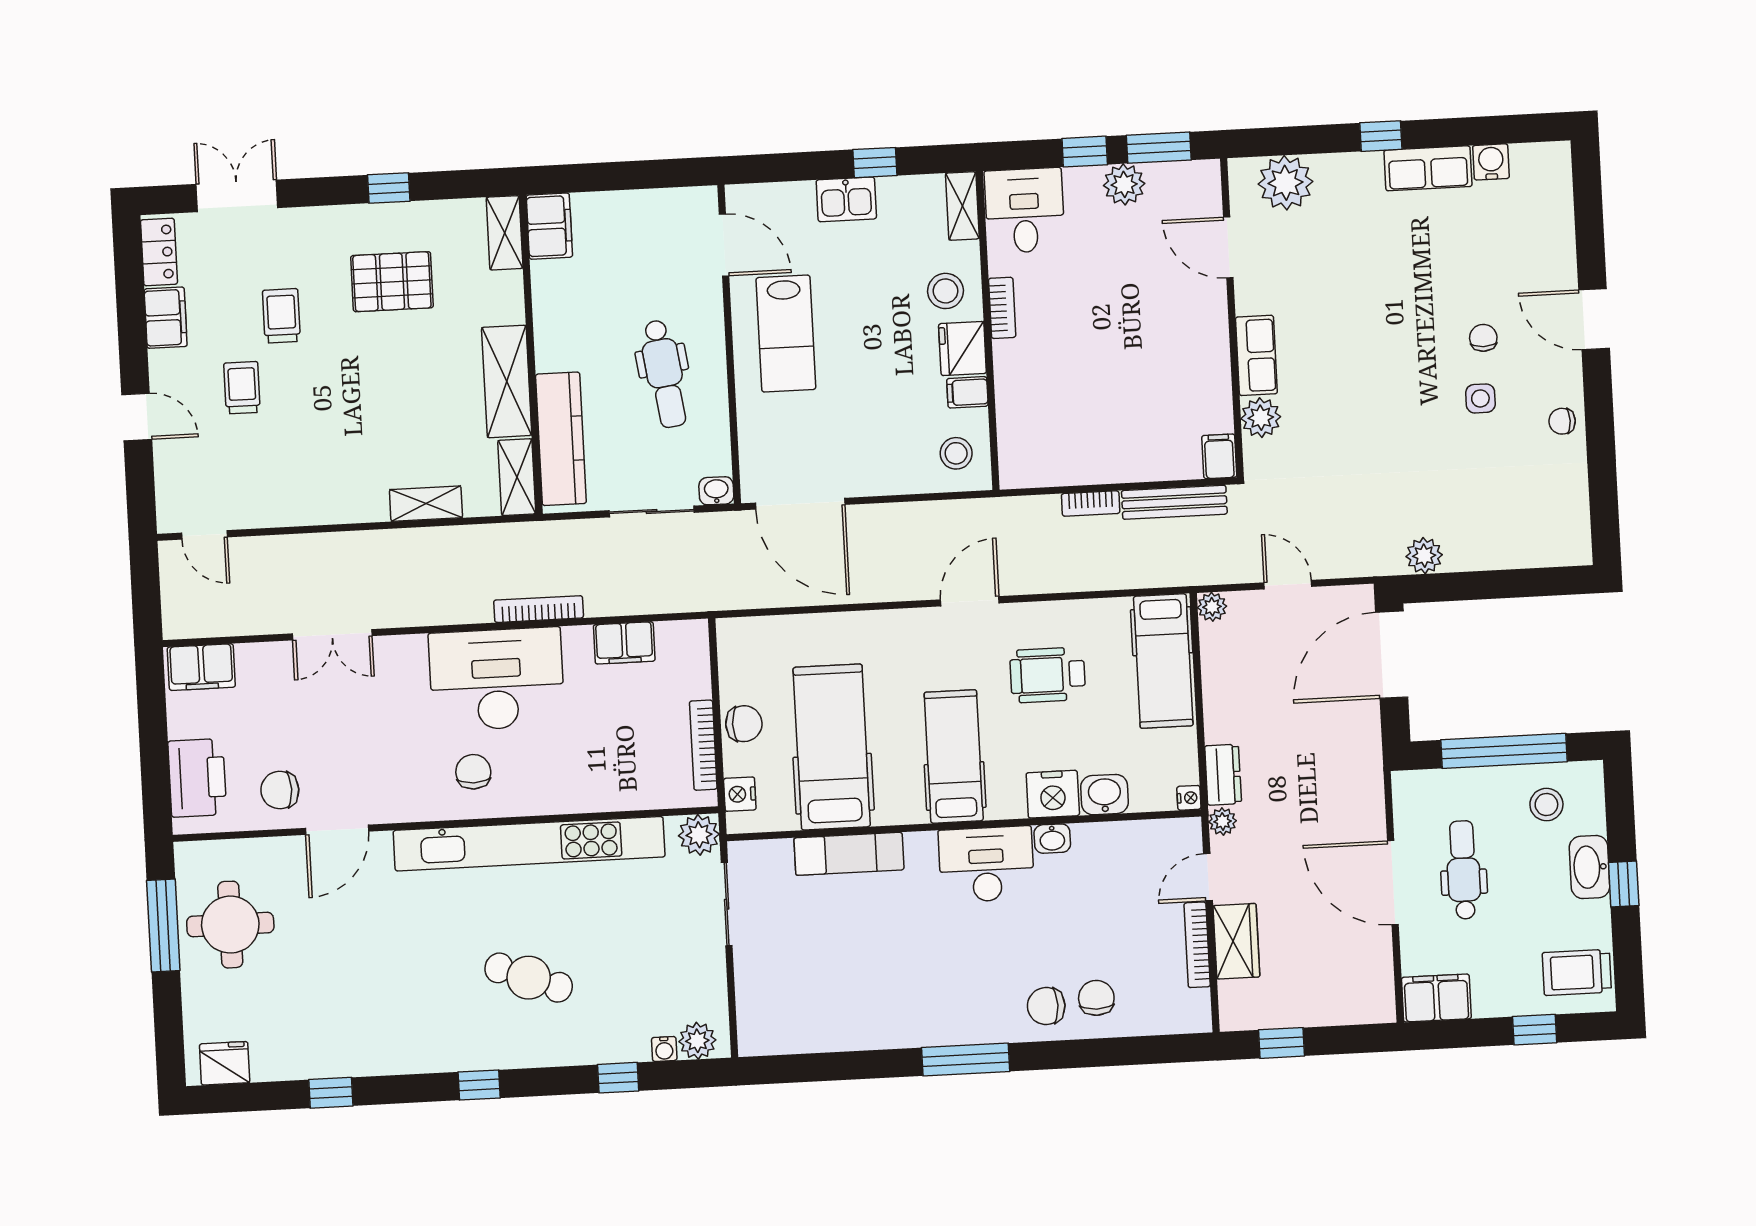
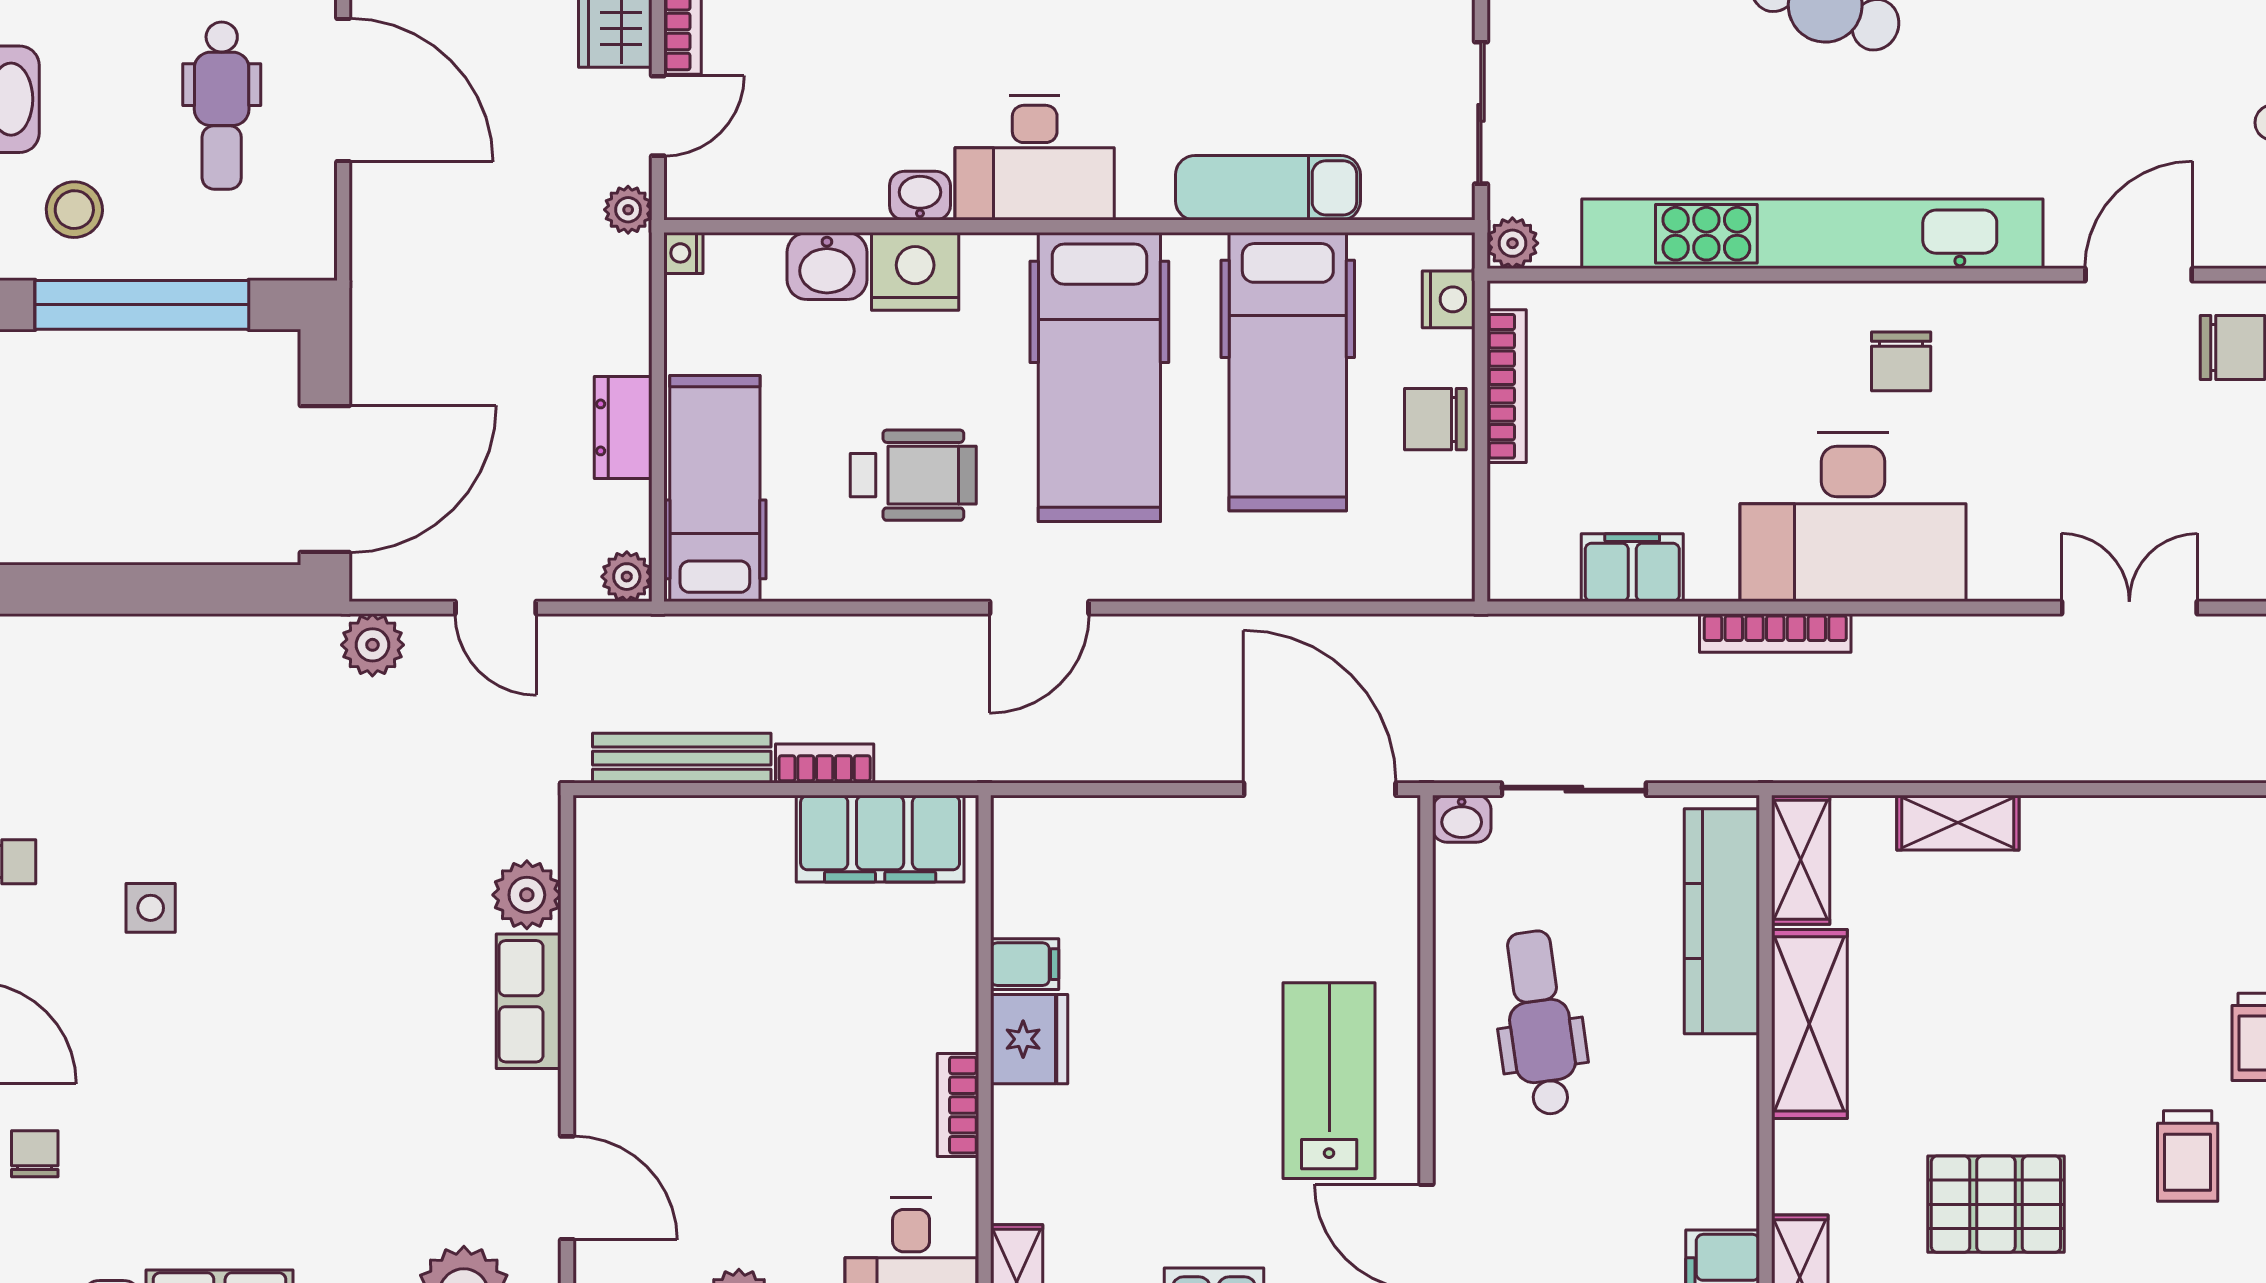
stool: (946, 291) -> (1053, 1139), removed
chair: (1483, 338) -> (35, 1154), moved, turned 180
stool: (956, 453) -> (1049, 861), removed
filing cabinet: (1219, 456) -> (880, 839), moved, width x3.00, depth x1.17
plant: (1424, 556) -> (372, 645), moved
hospital bed: (954, 757) -> (1099, 377), width x1.37, depth x1.29
dresser: (1223, 775) -> (623, 427), moved
plant: (699, 835) -> (1512, 243), width x0.73, depth x0.73

